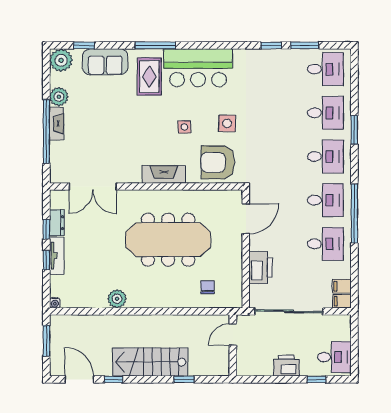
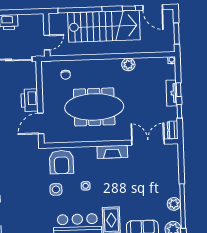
fireplace: (57, 124) -> (175, 185), removed
window: (46, 131) -> (183, 206), moved
armchair: (218, 162) -> (61, 162), turned 90
fireplace: (164, 174) -> (112, 152), moved
dresser: (57, 223) -> (173, 130), moved
printer: (261, 268) -> (29, 100), moved
stairs: (150, 362) -> (104, 26), width x1.36, depth x1.51
window: (184, 379) -> (80, 10), width x3.17

